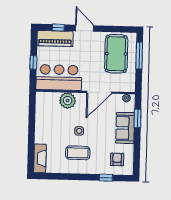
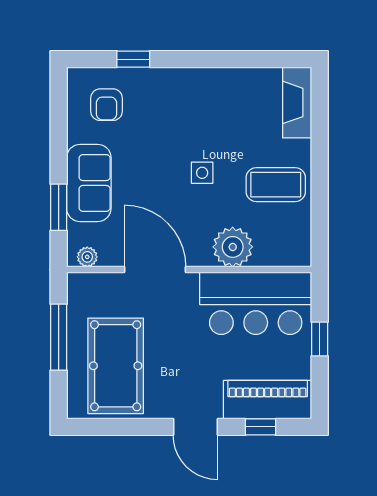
window: (139, 56) -> (59, 337), moved
door: (99, 92) -> (155, 270), hinge flipped
coffee table: (78, 153) -> (276, 185), moved

